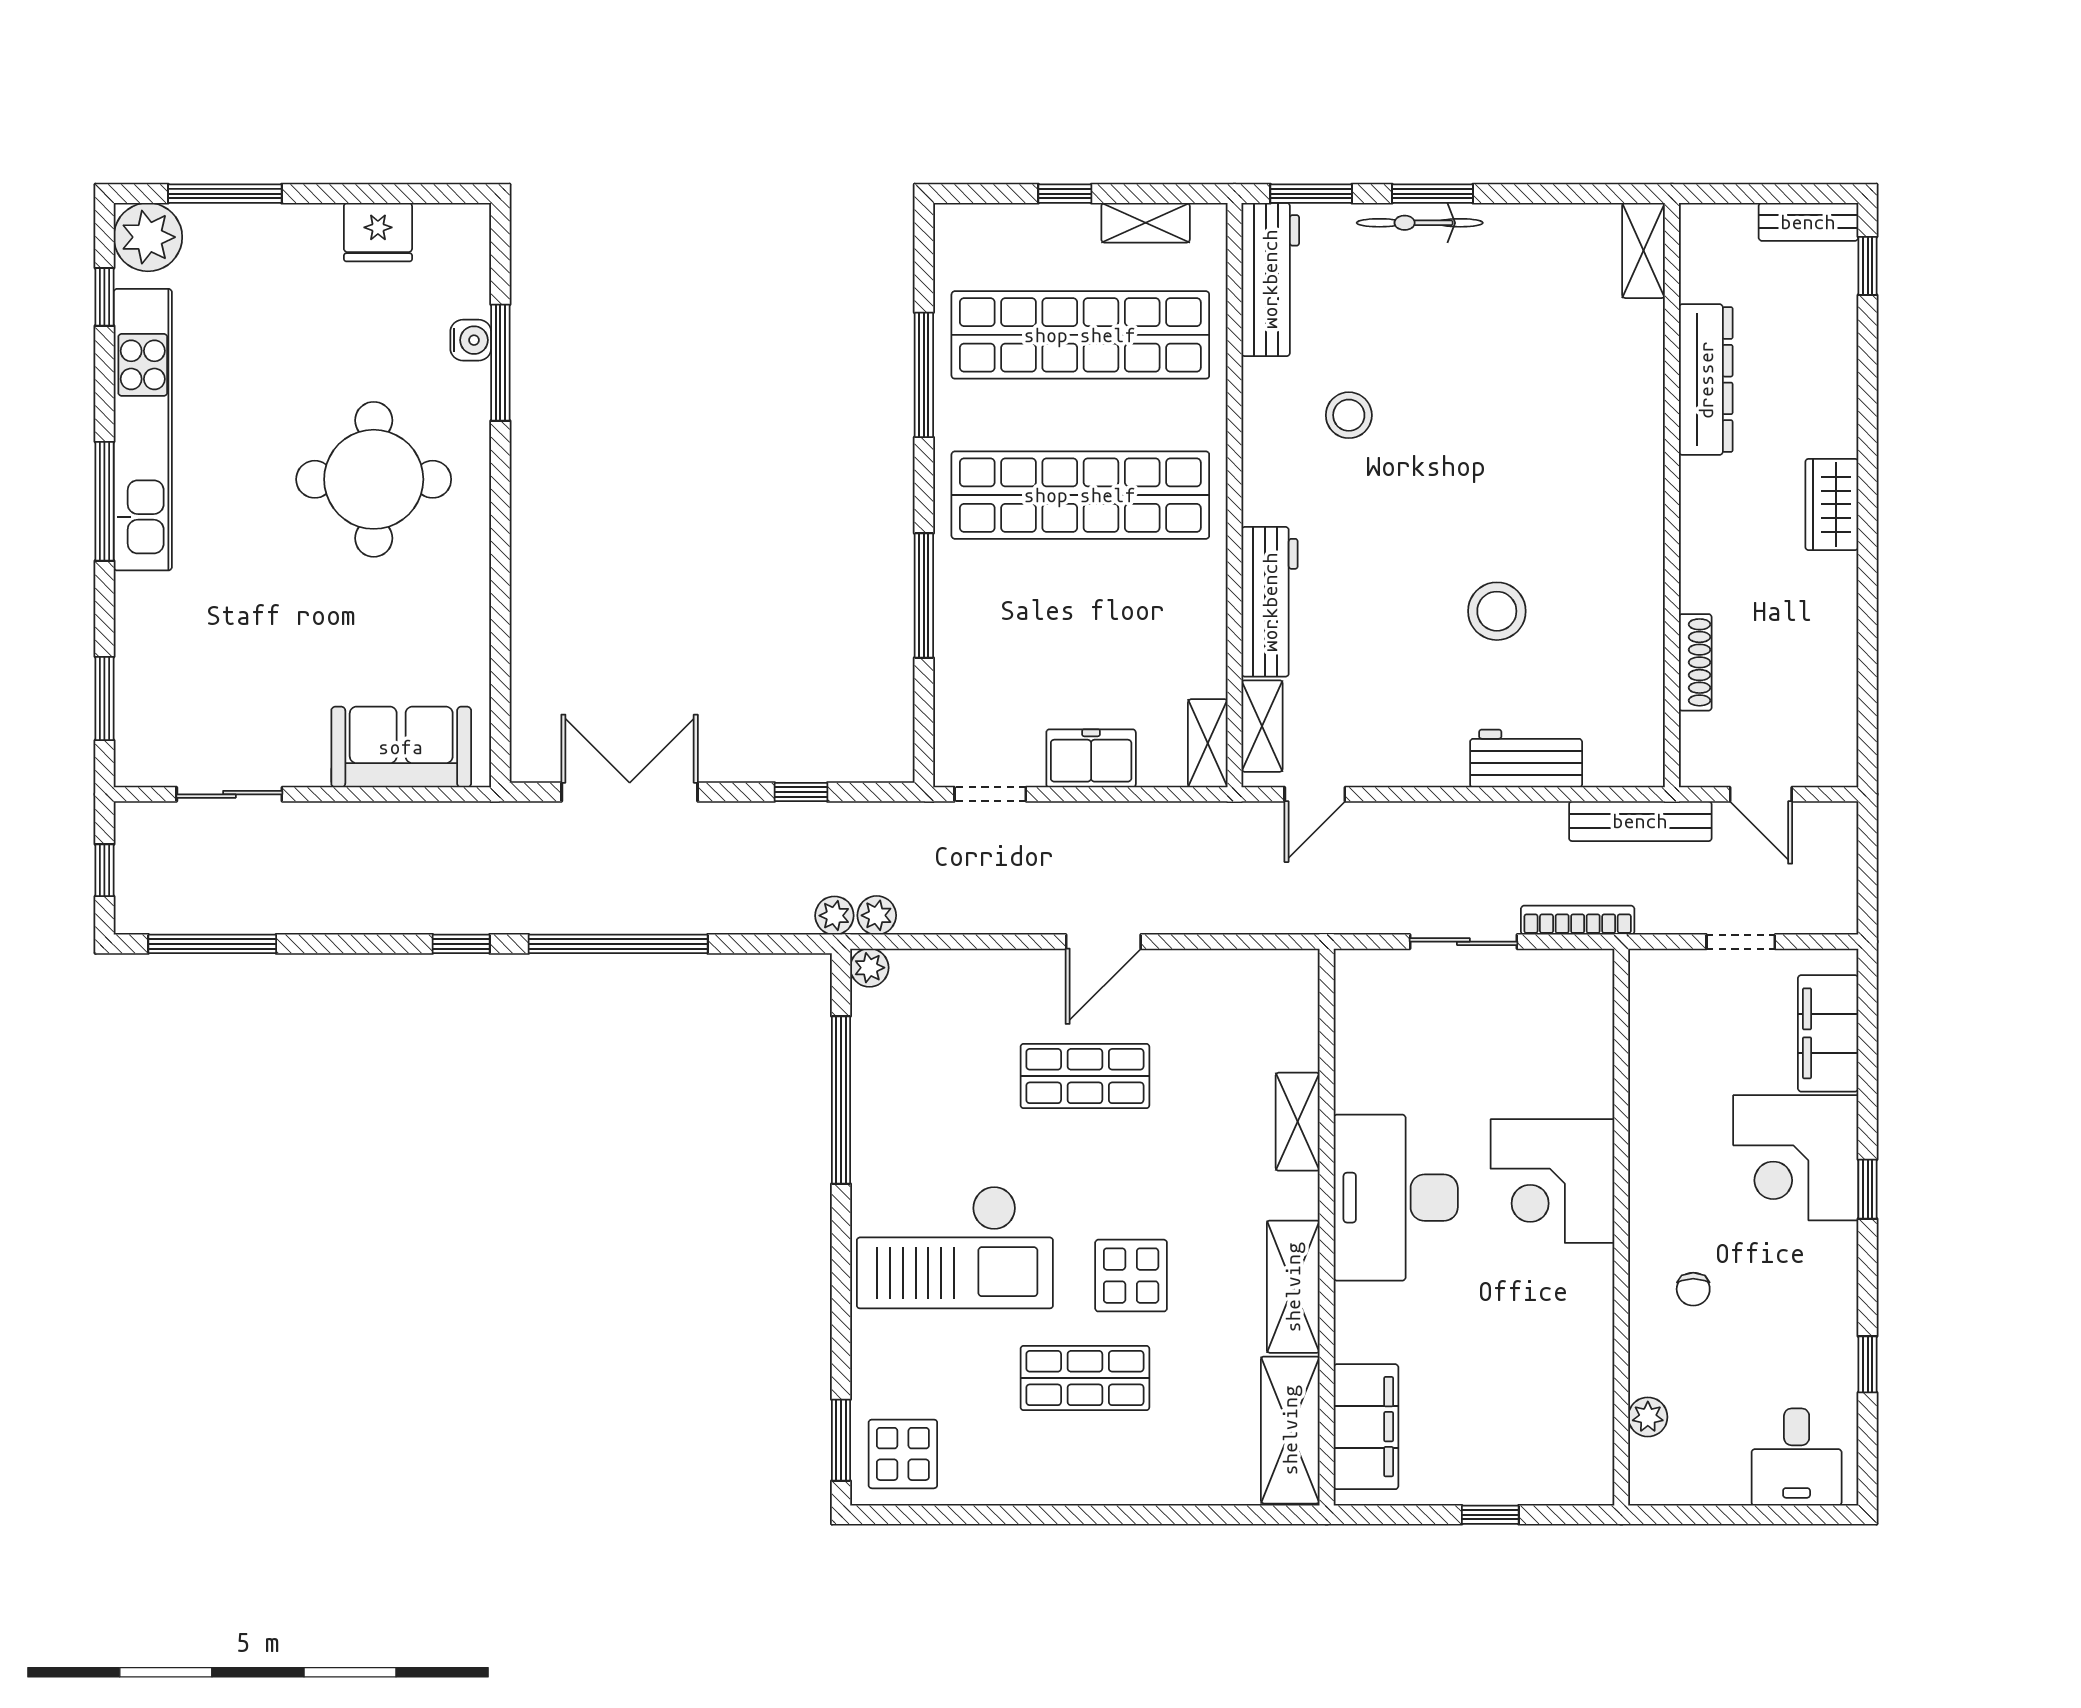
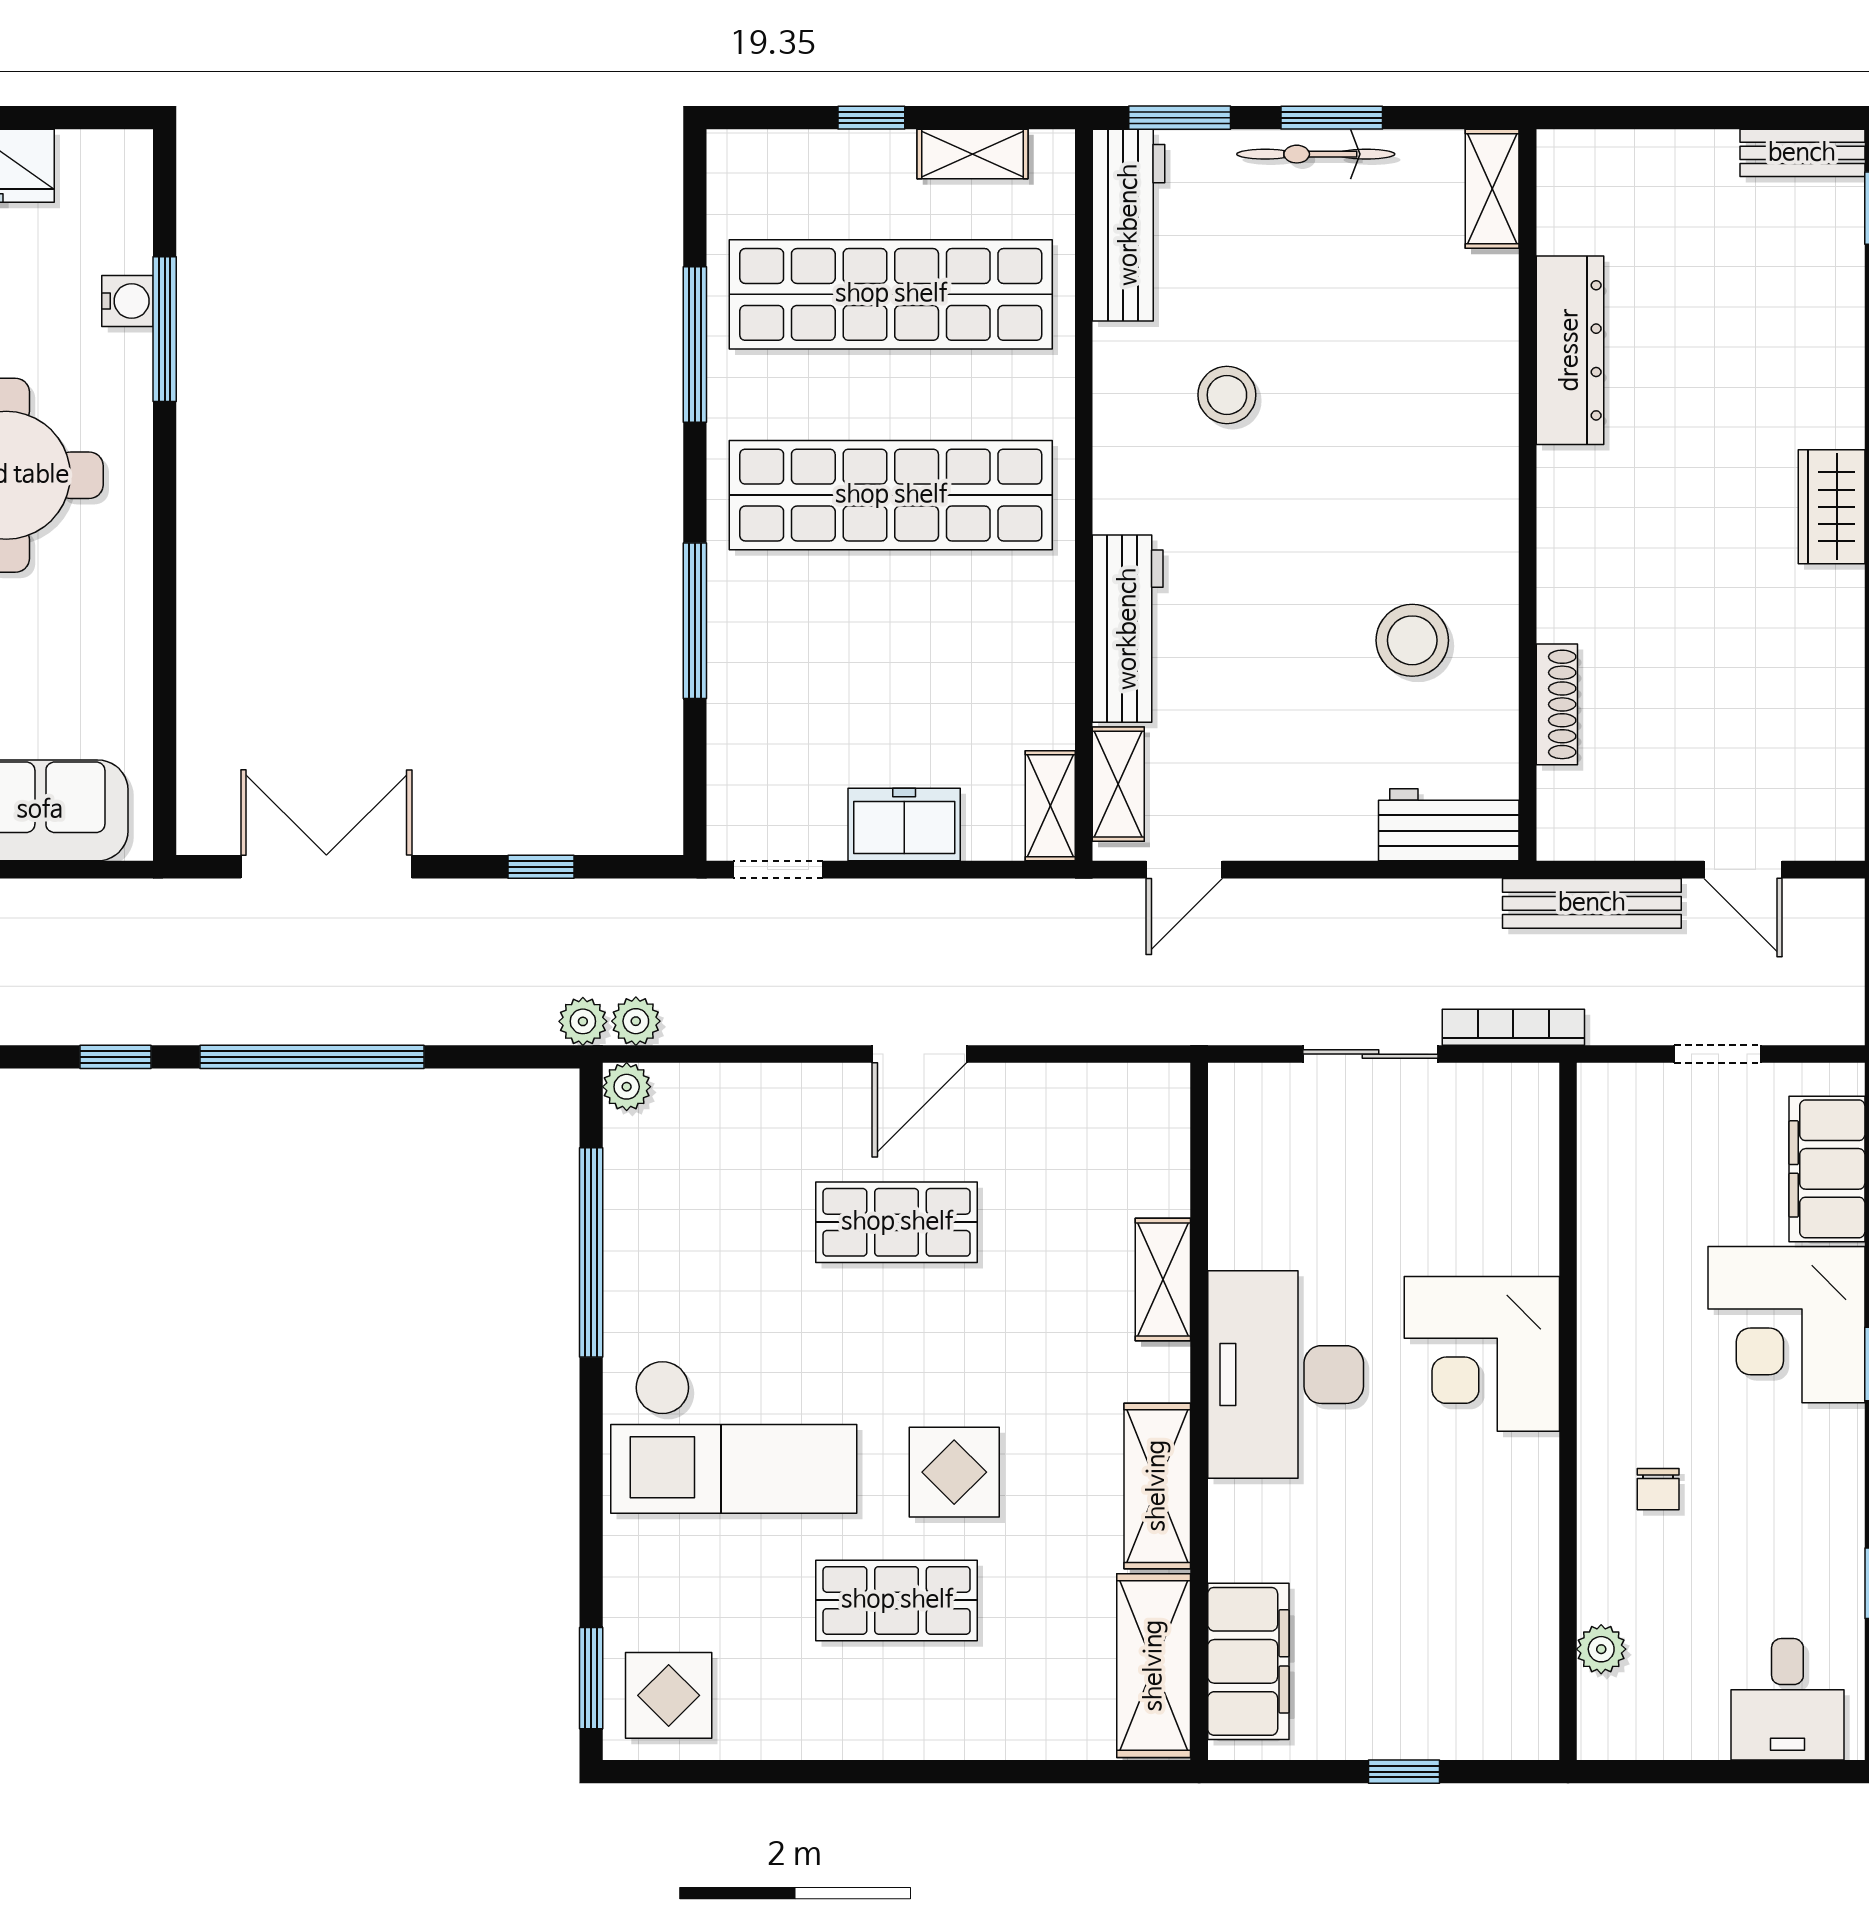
shelving: (1644, 250) -> (1492, 189), moved
dresser: (1706, 380) -> (1570, 350), moved
wall: (1672, 495) -> (1528, 495), moved
shoe rack: (1695, 662) -> (1557, 704), moved

